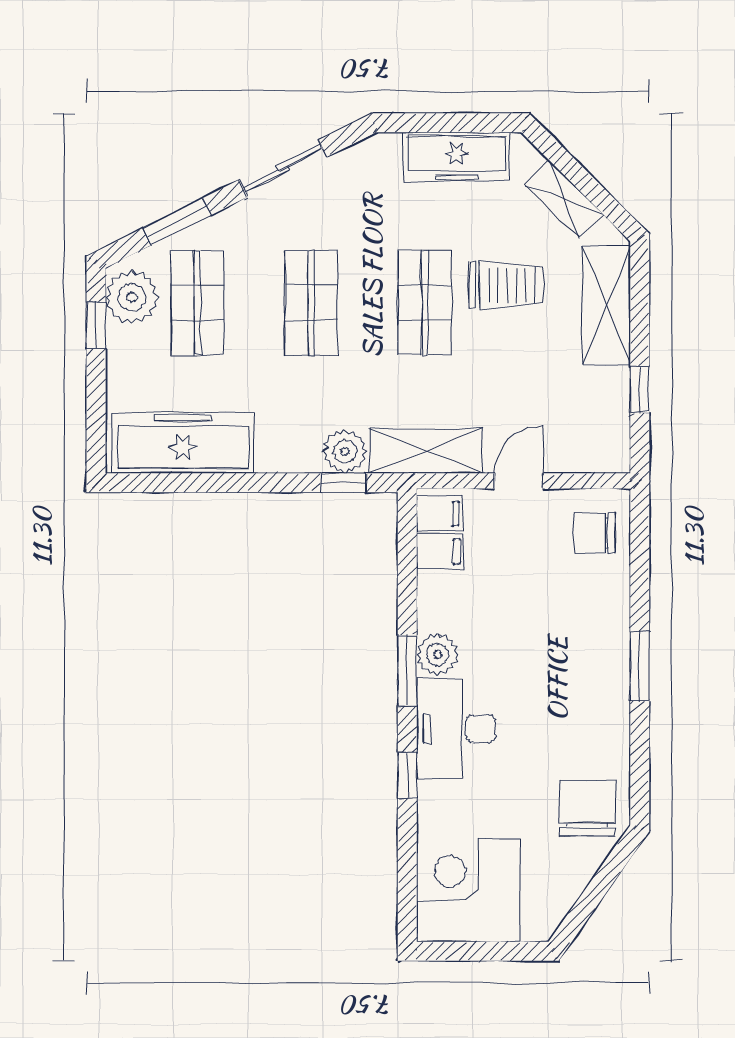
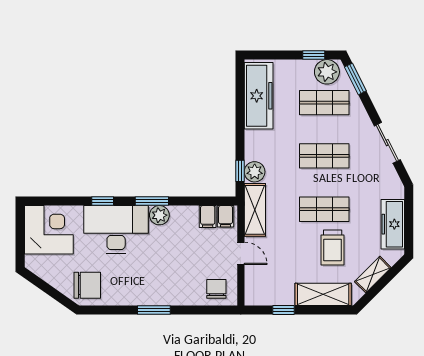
window: (177, 222) -> (355, 79), moved
desk: (456, 729) -> (116, 229), width x1.36, depth x1.30

